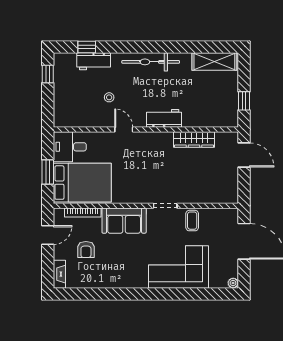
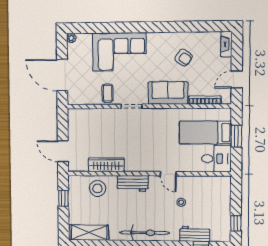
stool: (204, 112) -> (98, 188), added
bed: (82, 183) -> (205, 133), width x0.67
armchair: (86, 250) -> (184, 58), moved, turned 126

